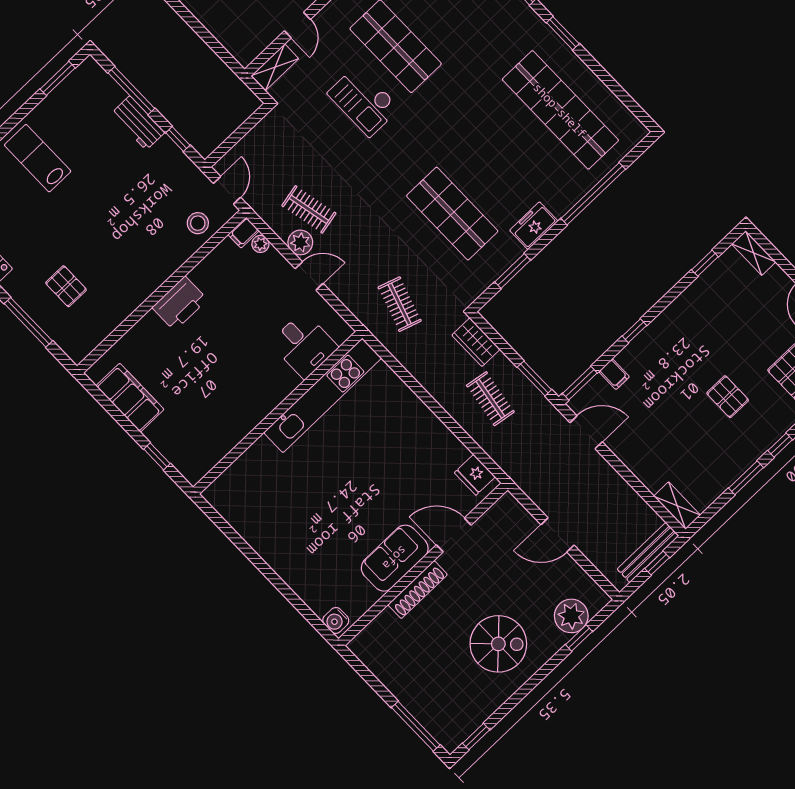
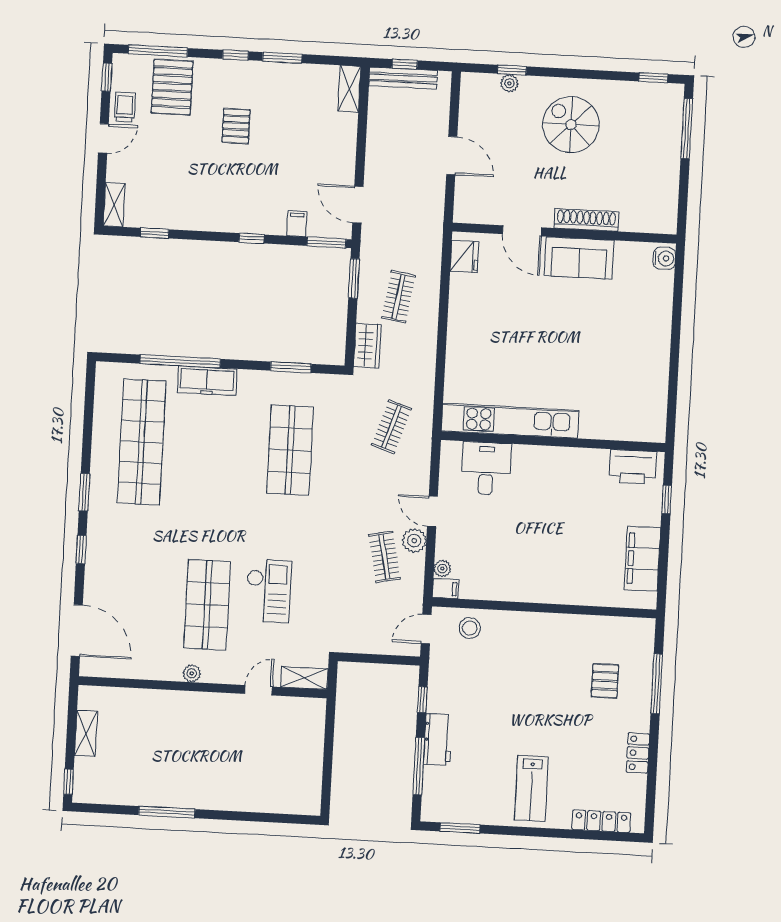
freezer: (534, 226) -> (207, 381), moved, width x1.40
printer: (180, 303) -> (633, 467), moved, turned 180
plant: (571, 616) -> (509, 83), width x0.53, depth x0.53

